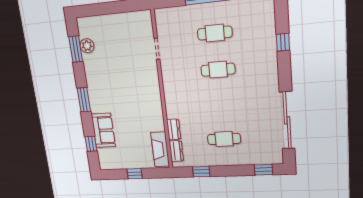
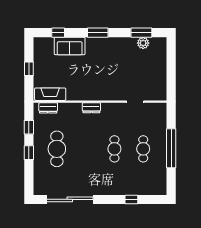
dresser: (174, 129) -> (91, 108), moved
cafe table: (224, 139) -> (57, 149), width x1.37, depth x1.35
window: (263, 170) -> (29, 153), moved

